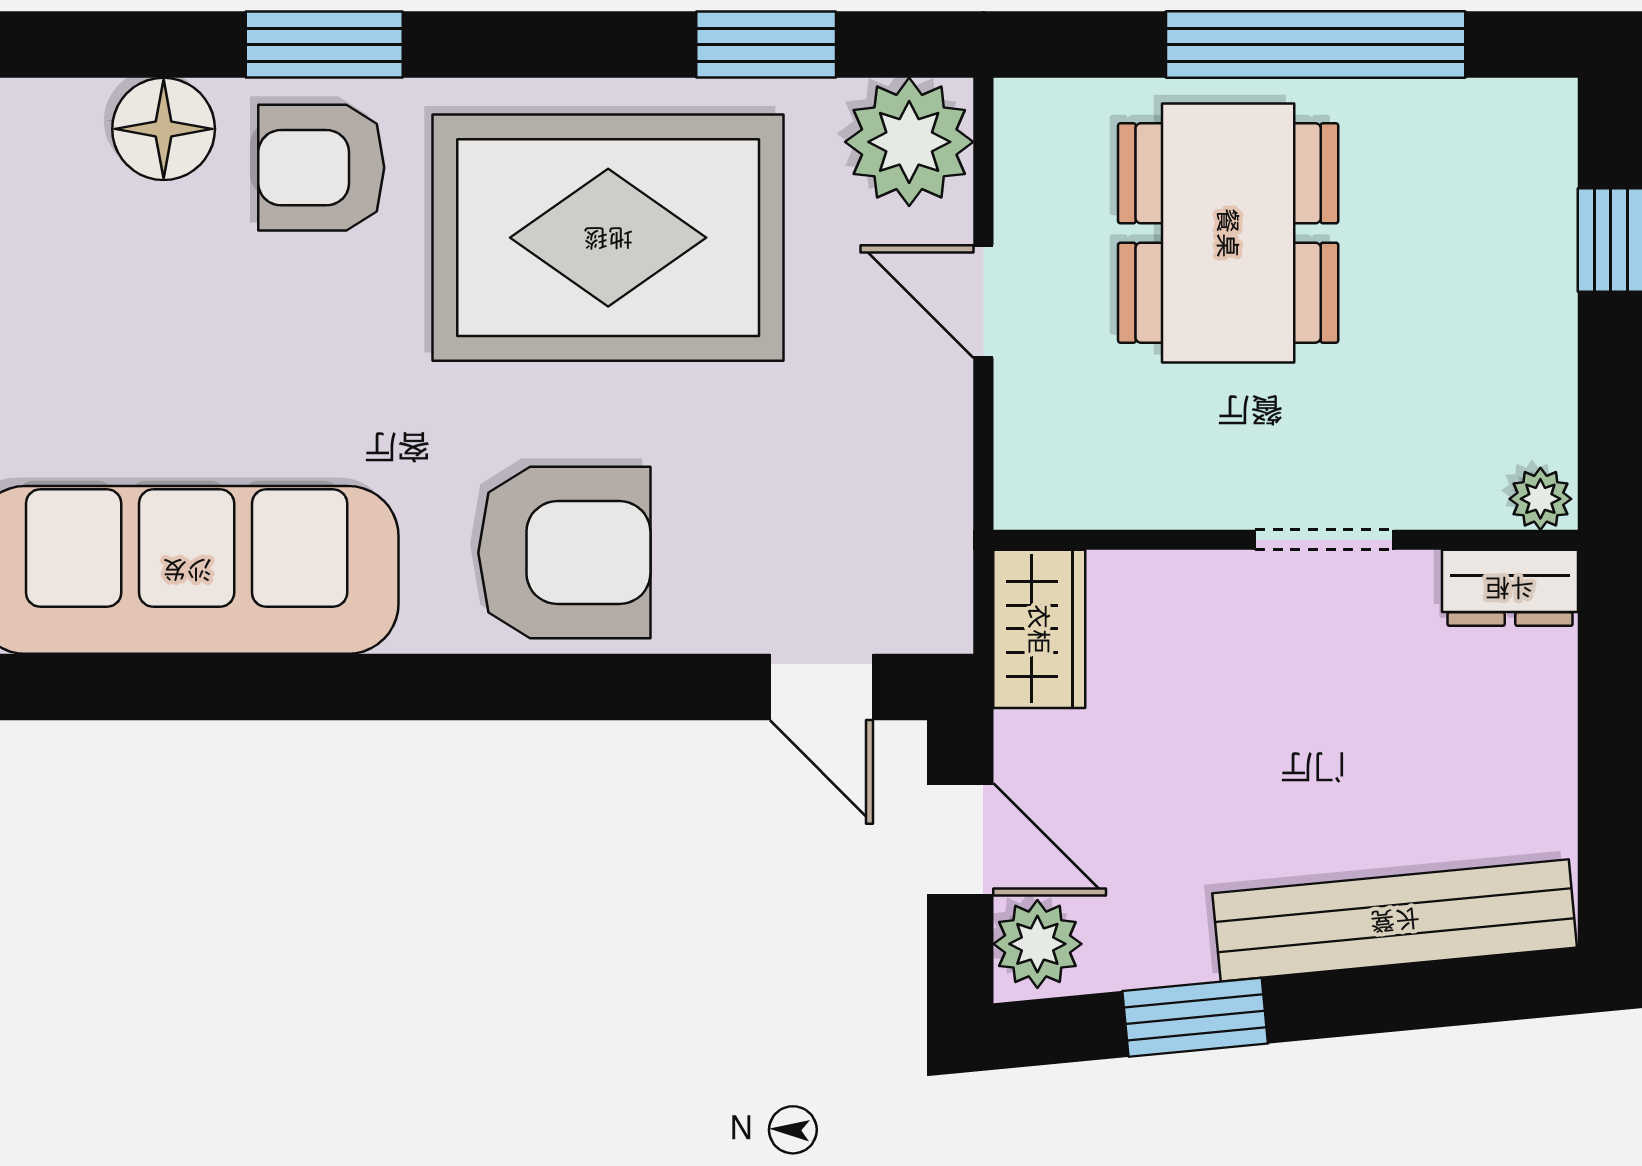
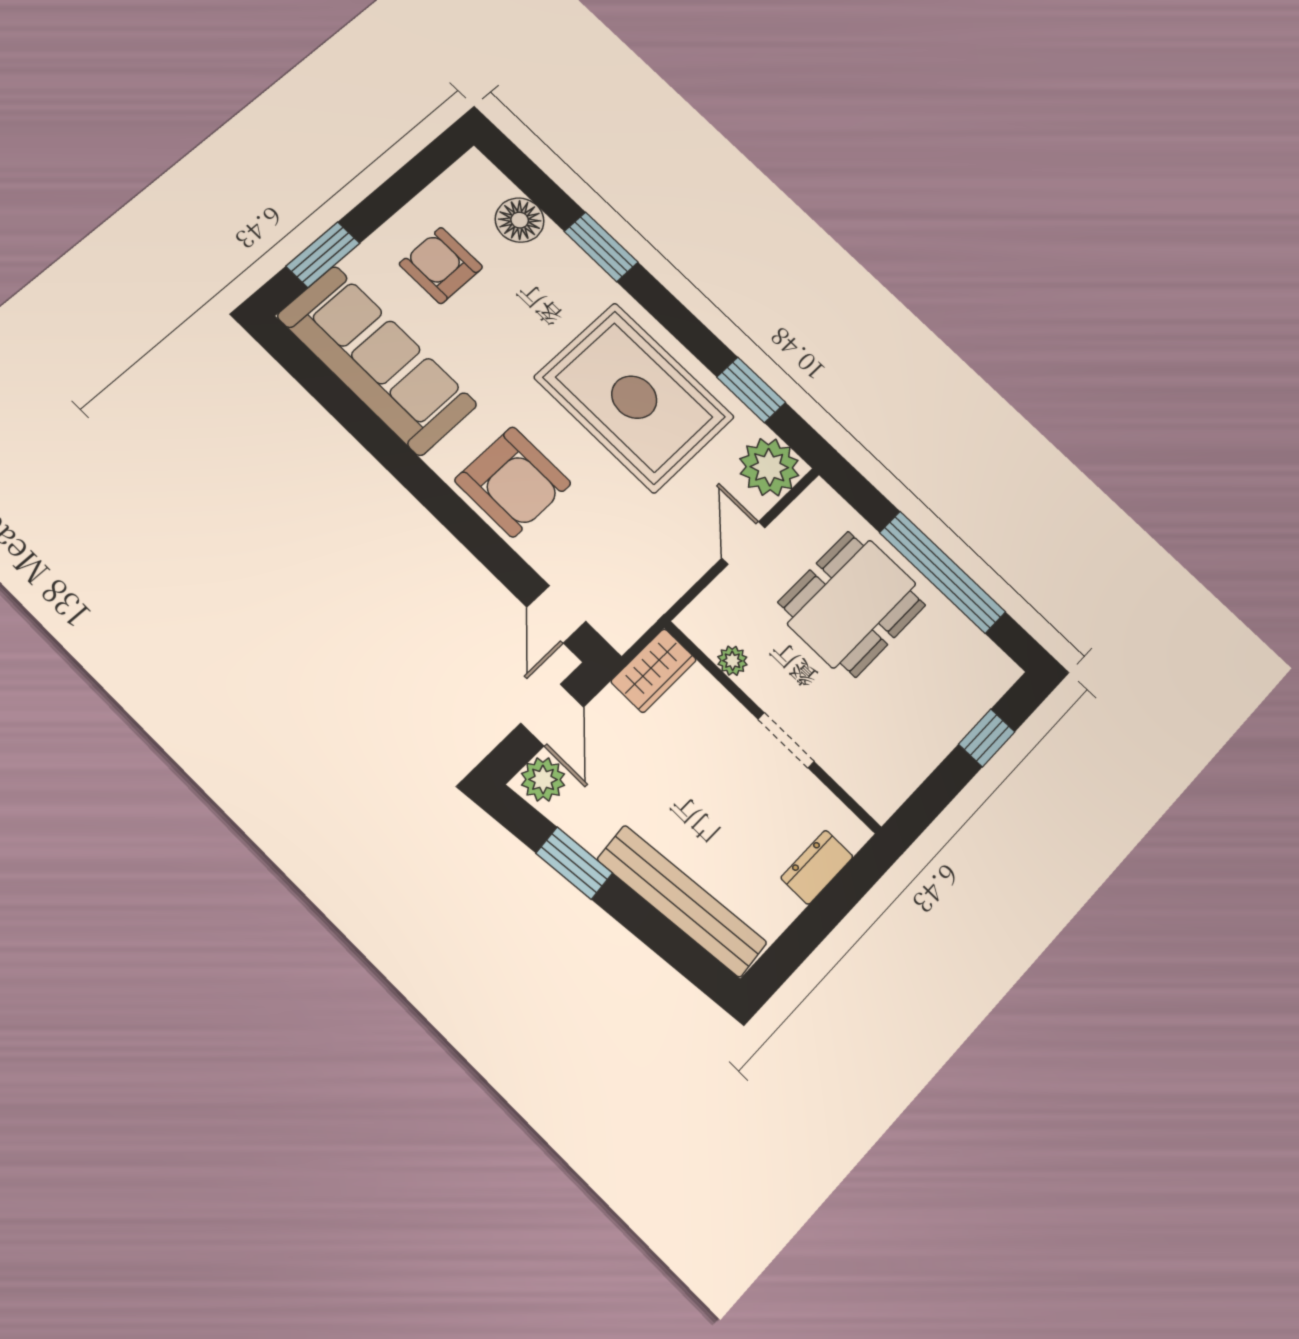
armchair: (321, 168) -> (441, 265), moved
plant: (1540, 499) -> (732, 661), moved
dresser: (1510, 588) -> (817, 867), moved, turned 90

